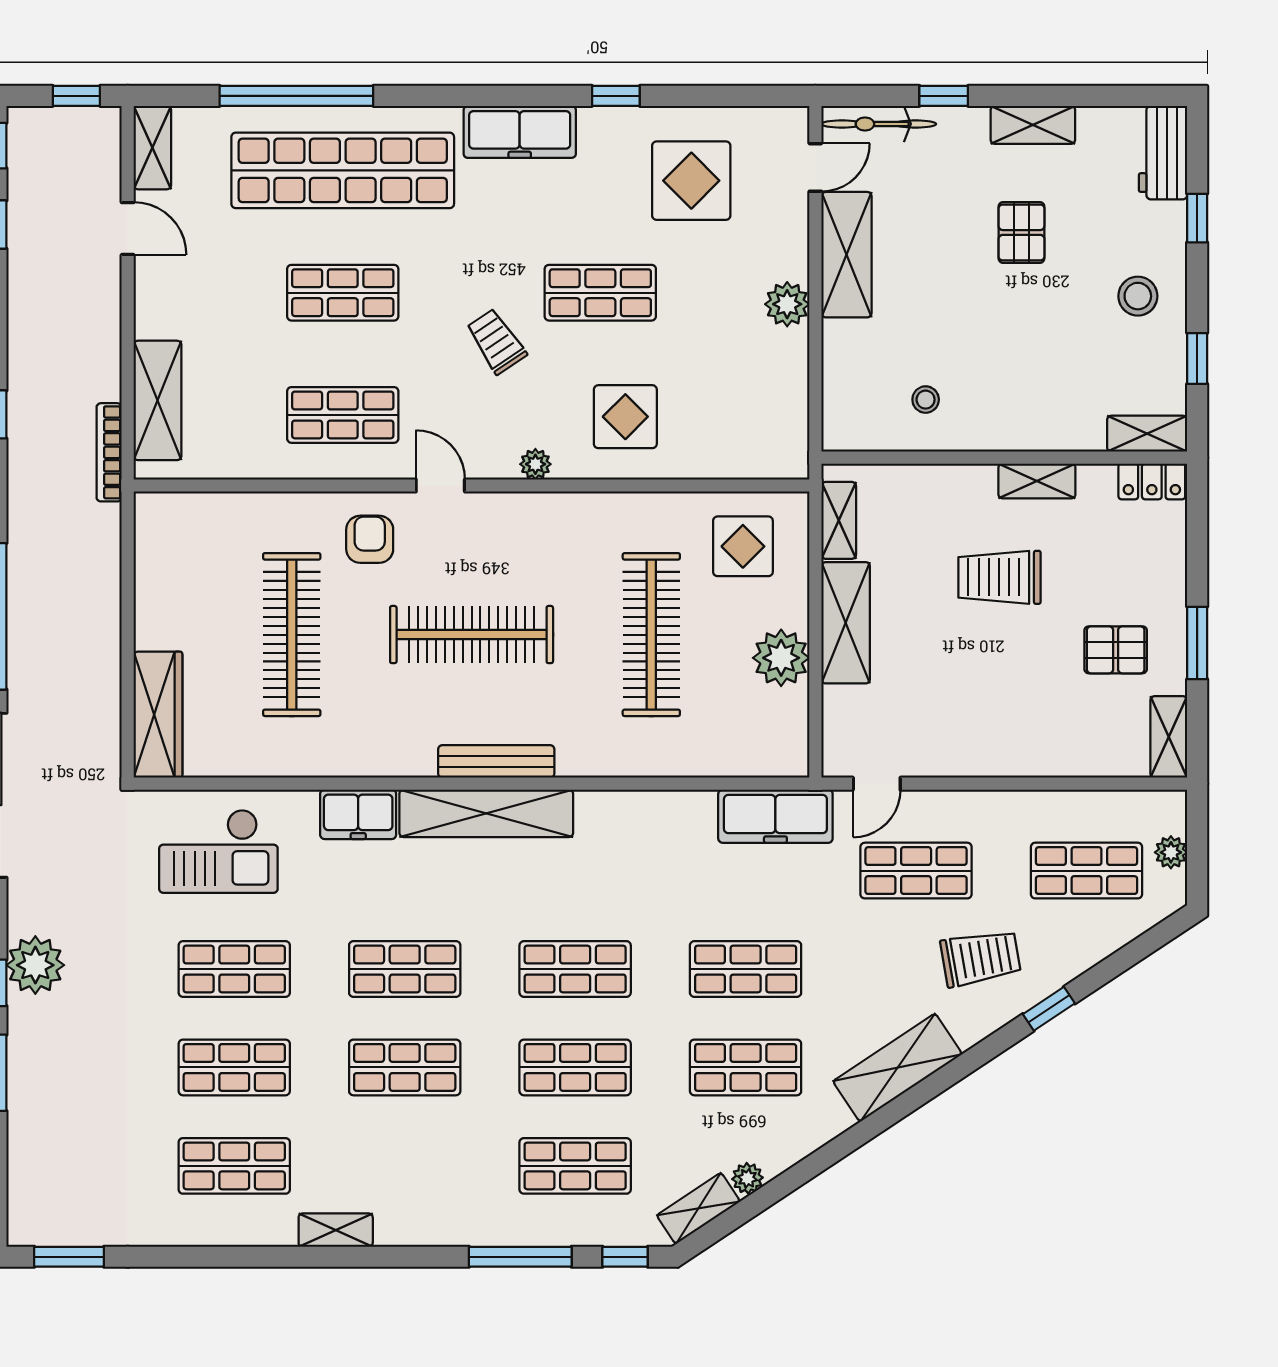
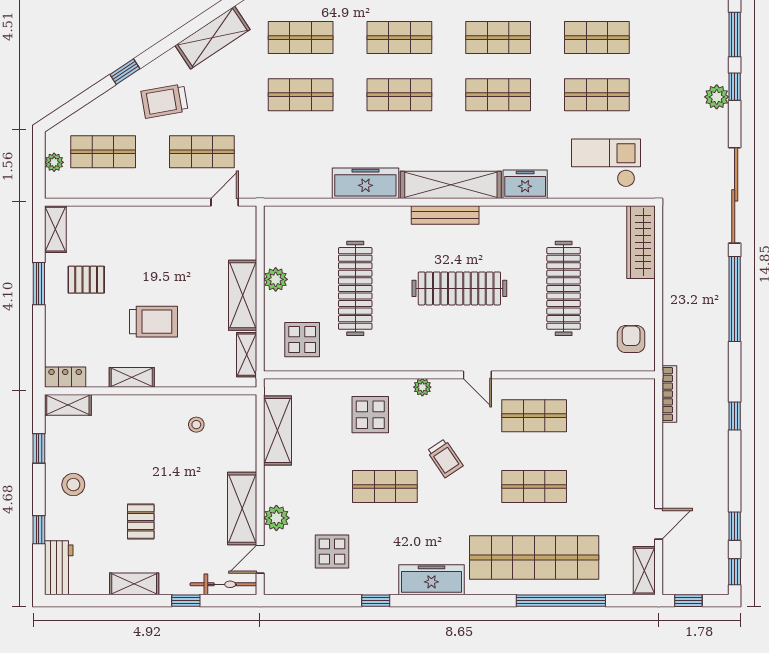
display table: (691, 181) -> (332, 551), width x0.73, depth x0.73
door: (128, 229) -> (659, 524), swing flipped
plant: (787, 304) -> (276, 518), moved
shelving: (157, 400) -> (277, 431), moved
armchair: (370, 539) -> (631, 339), moved, turned 180
plant: (781, 658) -> (276, 279), width x0.73, depth x0.73
freezer: (775, 816) -> (365, 183), moved
plant: (35, 965) -> (717, 97), width x0.73, depth x0.73

